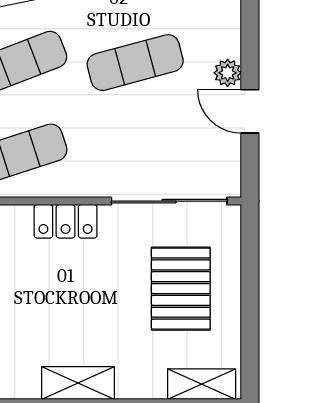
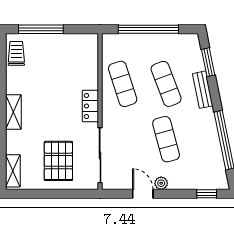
door: (250, 111) -> (143, 194), hinge flipped
pallet: (181, 289) -> (58, 161), turned 90

